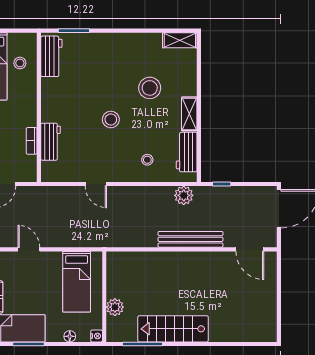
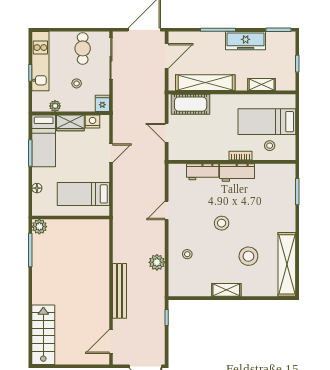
shelving: (180, 40) -> (287, 264), width x2.20, depth x1.33
workbench: (51, 56) -> (237, 173), moved
bookcase: (32, 141) -> (240, 156), moved
workbench: (187, 152) -> (194, 288), removed
plant: (184, 195) -> (157, 262), moved
plant: (115, 307) -> (39, 227), moved
stairs: (173, 329) -> (43, 335), moved
nightstand: (97, 336) -> (37, 211), removed

